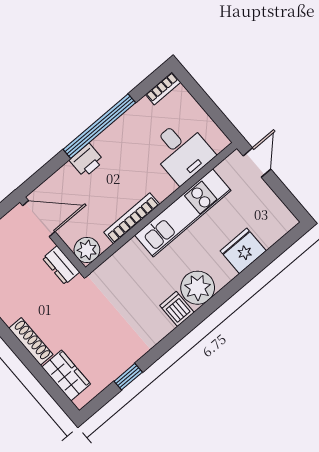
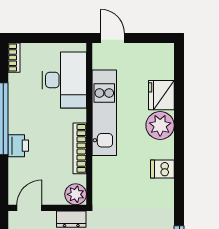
desk: (182, 151) -> (64, 80), width x1.37
door: (39, 219) -> (29, 208), width x0.73
plant: (198, 288) -> (160, 125), moved

